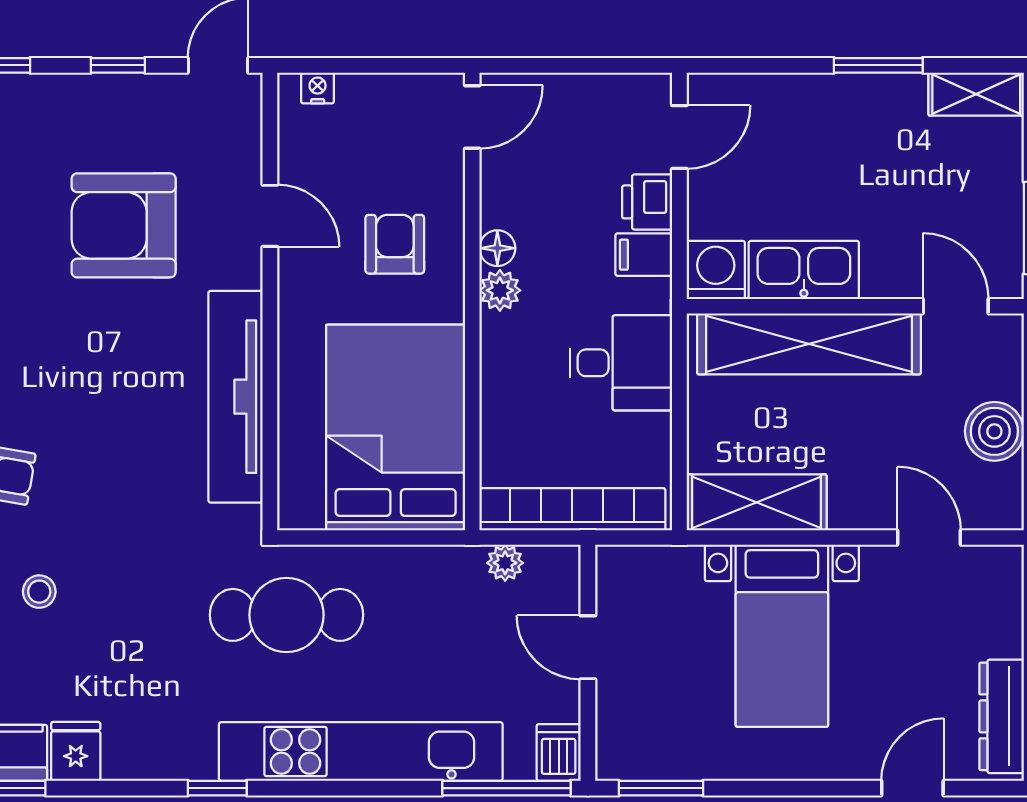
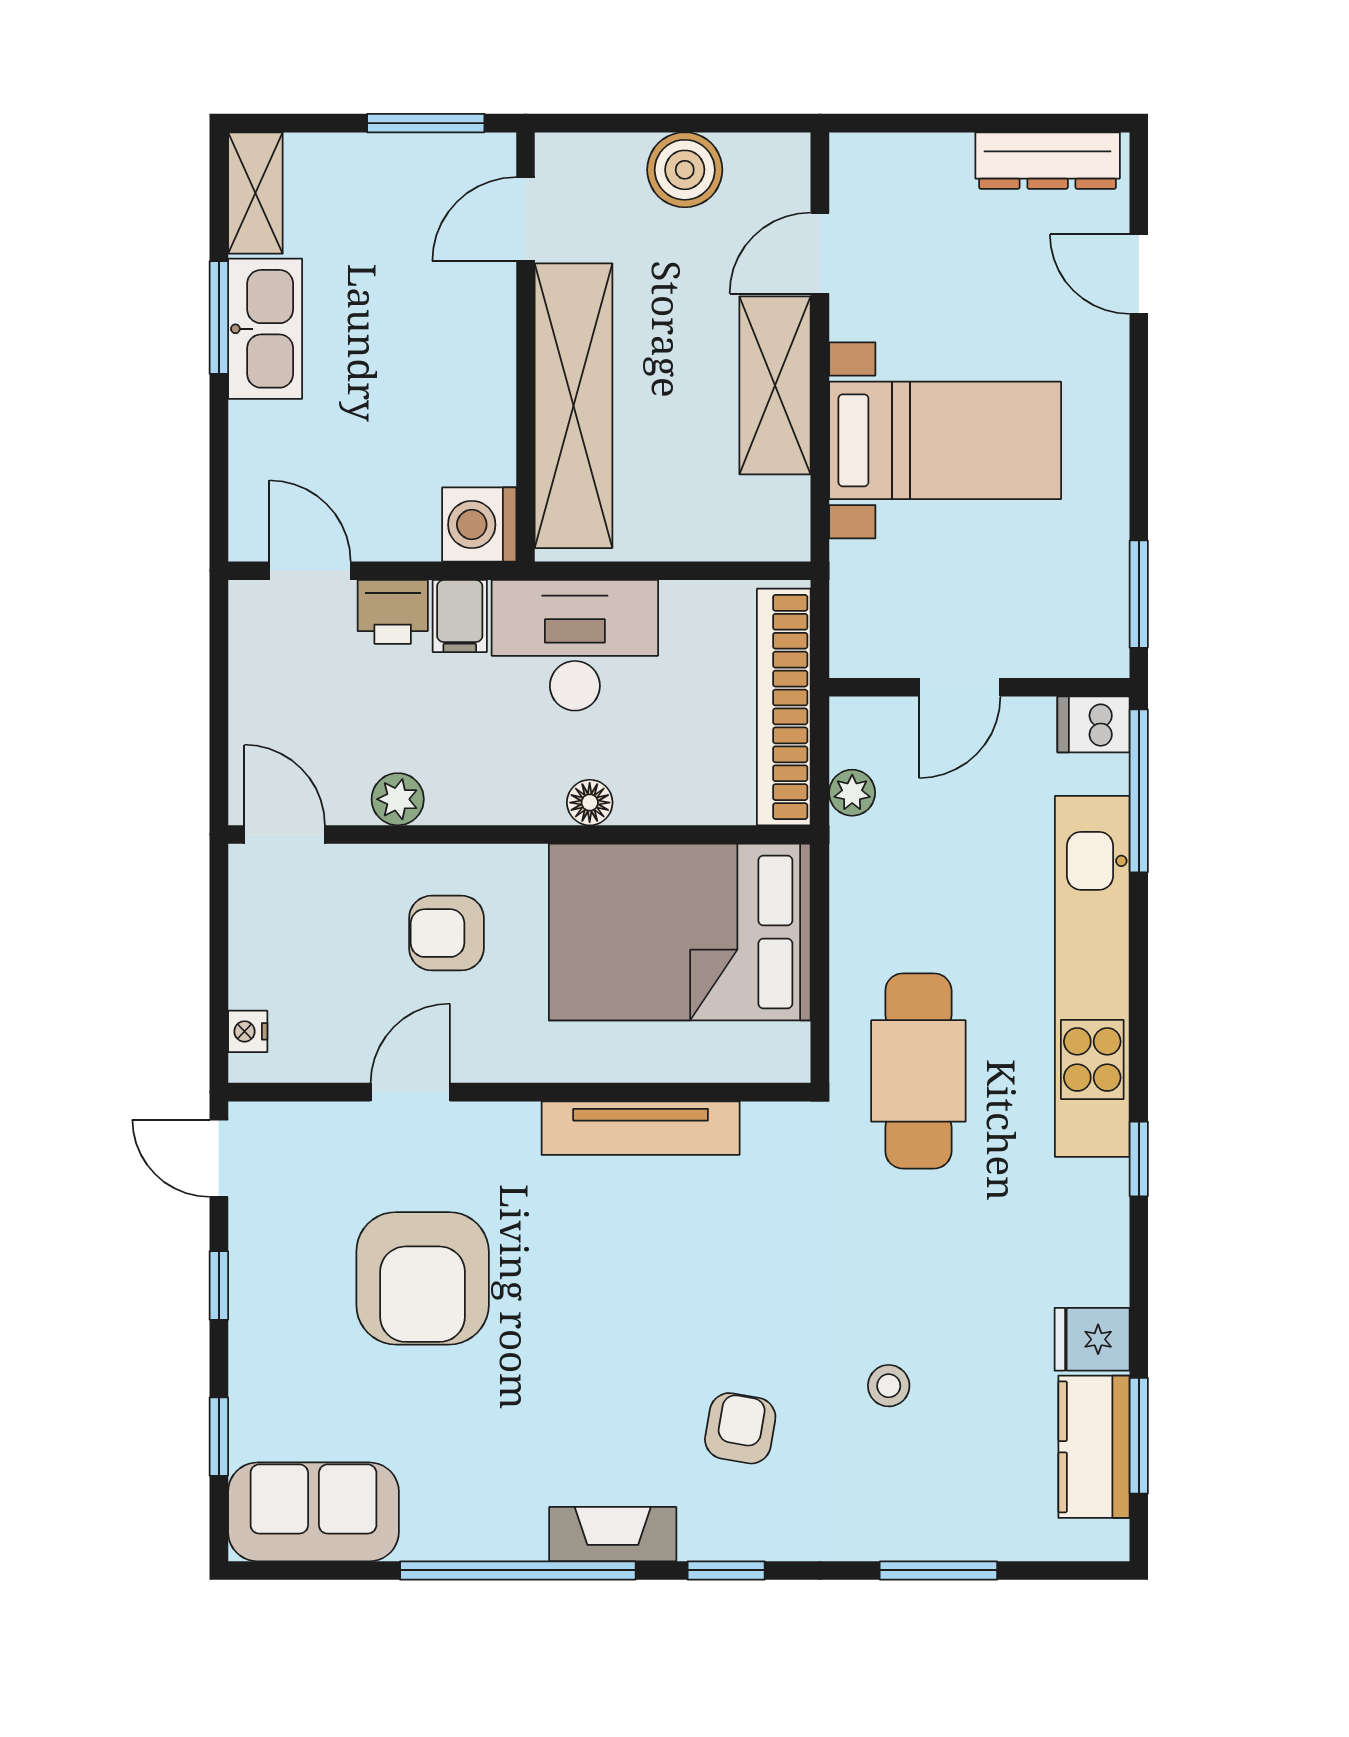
floor lamp: (497, 248) -> (590, 803), moved
kitchen sink: (804, 270) -> (265, 329), moved, turned 180
plant: (500, 290) -> (398, 799), moved
desk: (621, 363) -> (575, 645), width x1.37
tv unit: (236, 397) -> (641, 1128), width x0.73, depth x0.78
shelving: (757, 502) -> (775, 385), moved

